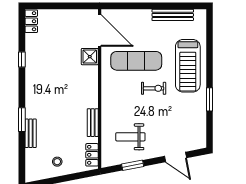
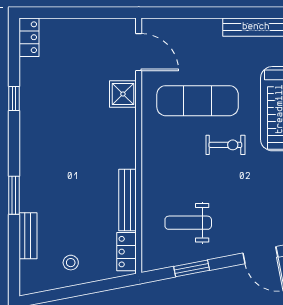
door: (100, 31) -> (139, 52), width x0.73
bench: (93, 123) -> (128, 200), width x1.36
bench: (31, 133) -> (28, 236), moved

